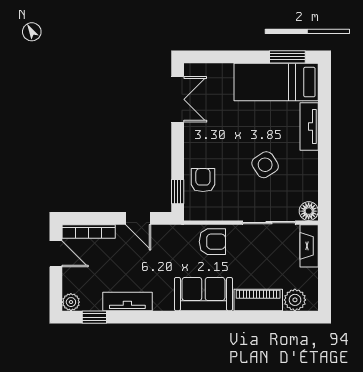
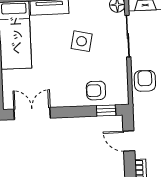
side table: (265, 165) -> (82, 41), turned 45
door: (138, 218) -> (129, 141), swing flipped

